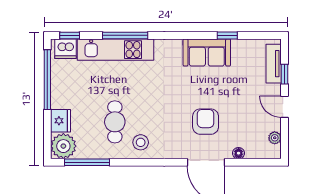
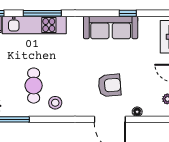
sofa: (207, 52) -> (111, 27), width x1.36
armchair: (206, 122) -> (110, 85), turned 85

